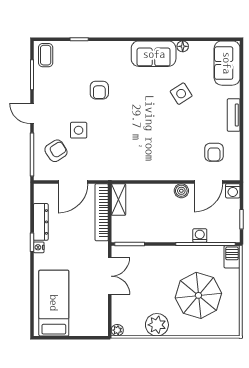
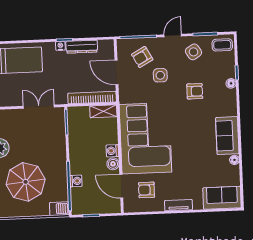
floor lamp: (92, 47) -> (231, 83), added
armchair: (99, 90) -> (195, 91), turned 180
side table: (181, 94) -> (194, 52), moved
armchair: (56, 151) -> (142, 57), turned 94
corner sofa: (153, 151) -> (145, 138), added
washing machine: (233, 191) -> (112, 151), moved
double door: (110, 276) -> (39, 107), swing flipped

